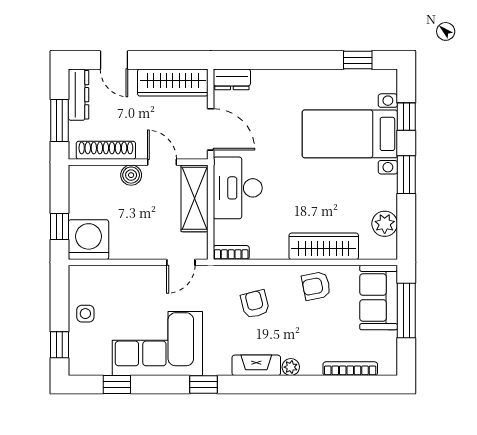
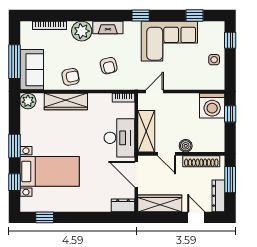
plant: (385, 224) -> (28, 101), moved
plant: (291, 367) -> (82, 31), width x1.87, depth x1.87

